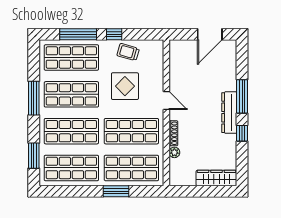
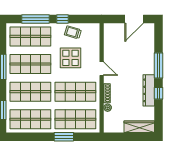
dresser: (229, 113) -> (149, 90), moved

